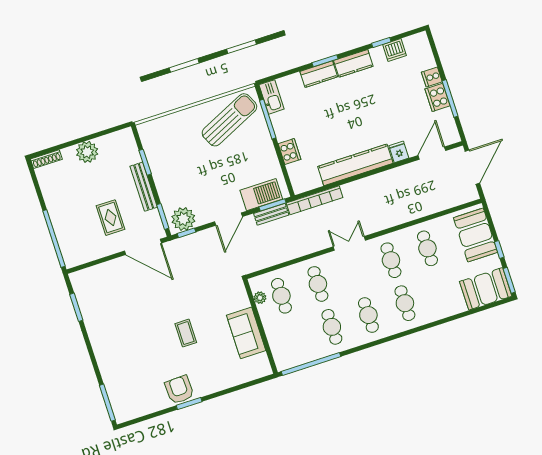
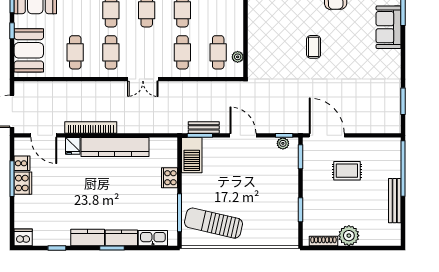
dishwasher: (395, 50) -> (23, 237), moved
cooker: (432, 77) -> (22, 163), moved
kitchen sink: (272, 97) -> (153, 238), moved, turned 90
sun lounger: (229, 120) -> (214, 223), turned 38
door: (432, 153) -> (44, 135), hinge flipped
shoe rack: (46, 159) -> (323, 241), moved
bench: (144, 187) -> (395, 201), moved
barbecue: (261, 195) -> (192, 155), moved, turned -90
bookcase: (315, 200) -> (91, 127), moved
rug: (111, 218) -> (347, 171), turned 90
plant: (183, 219) -> (283, 143), width x0.53, depth x0.53
door: (229, 219) -> (243, 135), hinge flipped
sofa: (246, 333) -> (389, 27), moved, turned 180

